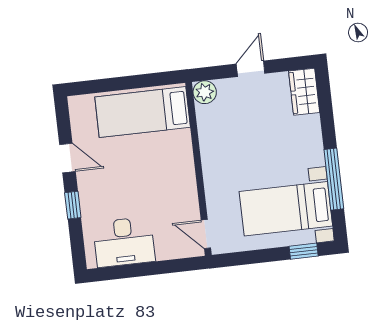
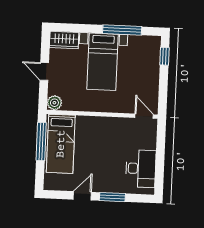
window: (141, 81) -> (41, 142), added
window: (73, 205) -> (112, 197), width x1.50
bed with nightstands: (286, 209) -> (103, 62), moved
door: (206, 234) -> (144, 116), swing flipped

